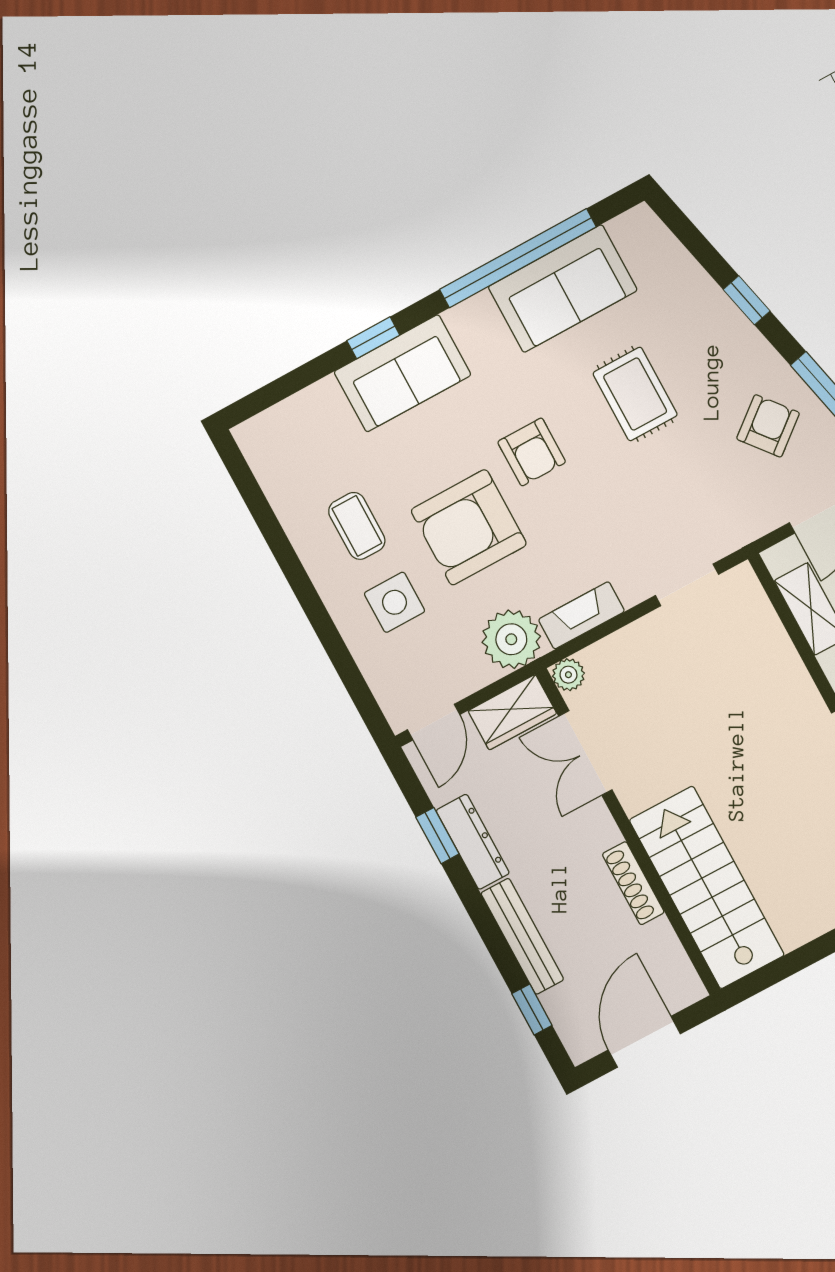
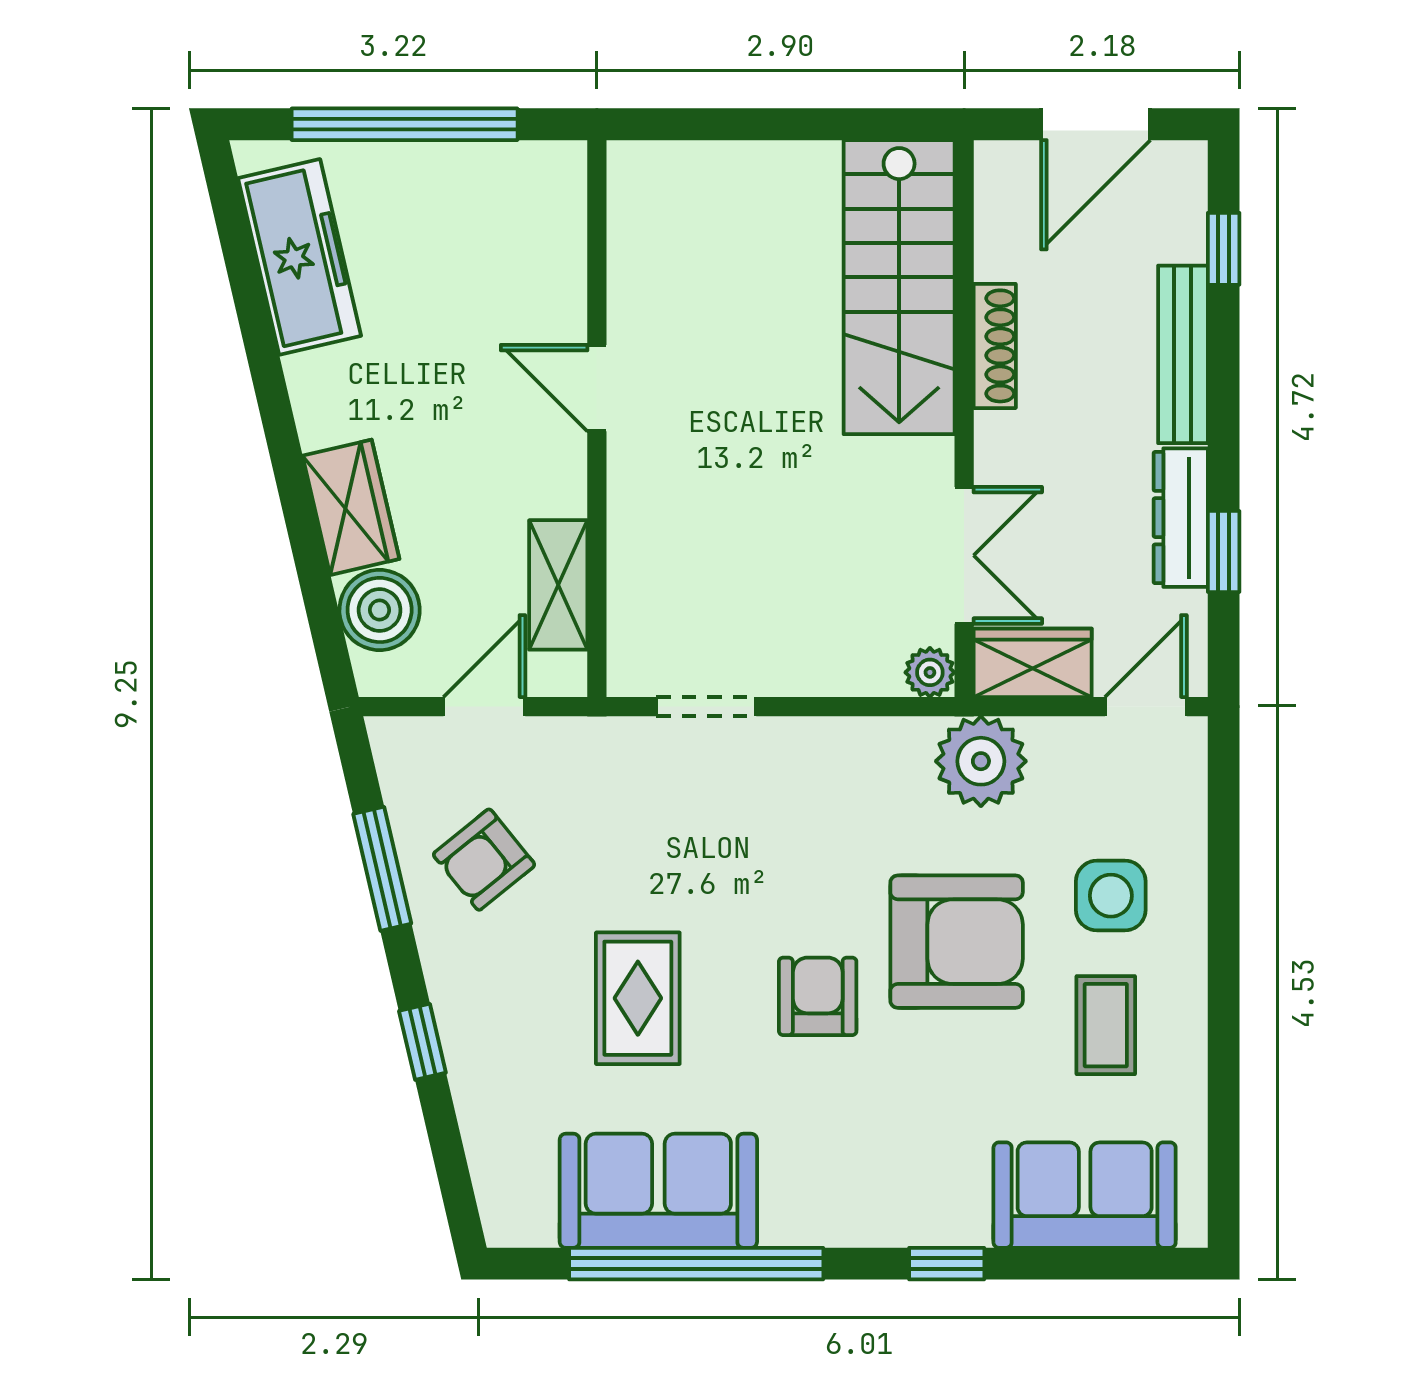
sofa: (402, 373) -> (1085, 1195), moved
fireplace: (581, 615) -> (869, 742), removed

